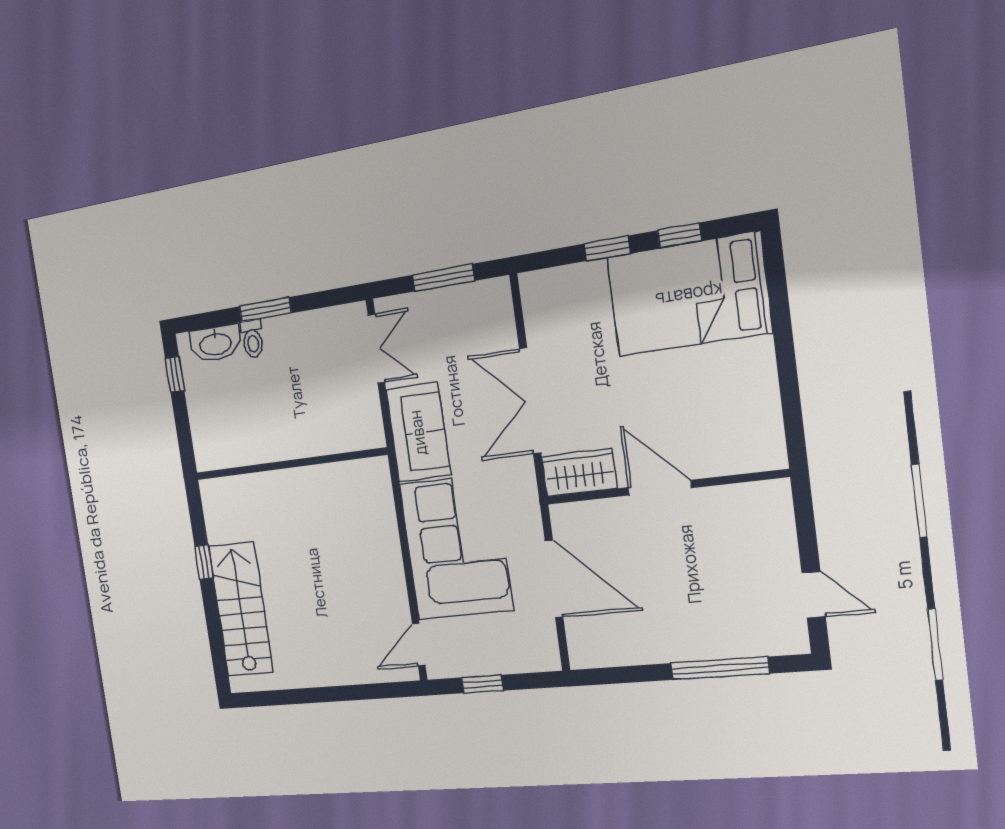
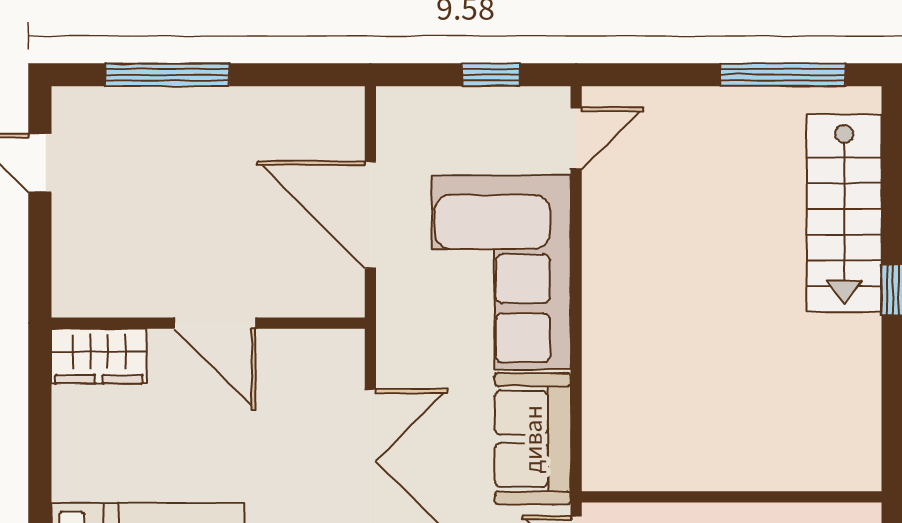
wall: (290, 464) -> (732, 497), moved
wardrobe: (579, 472) -> (99, 356), moved
window: (292, 697) -> (783, 75), added

